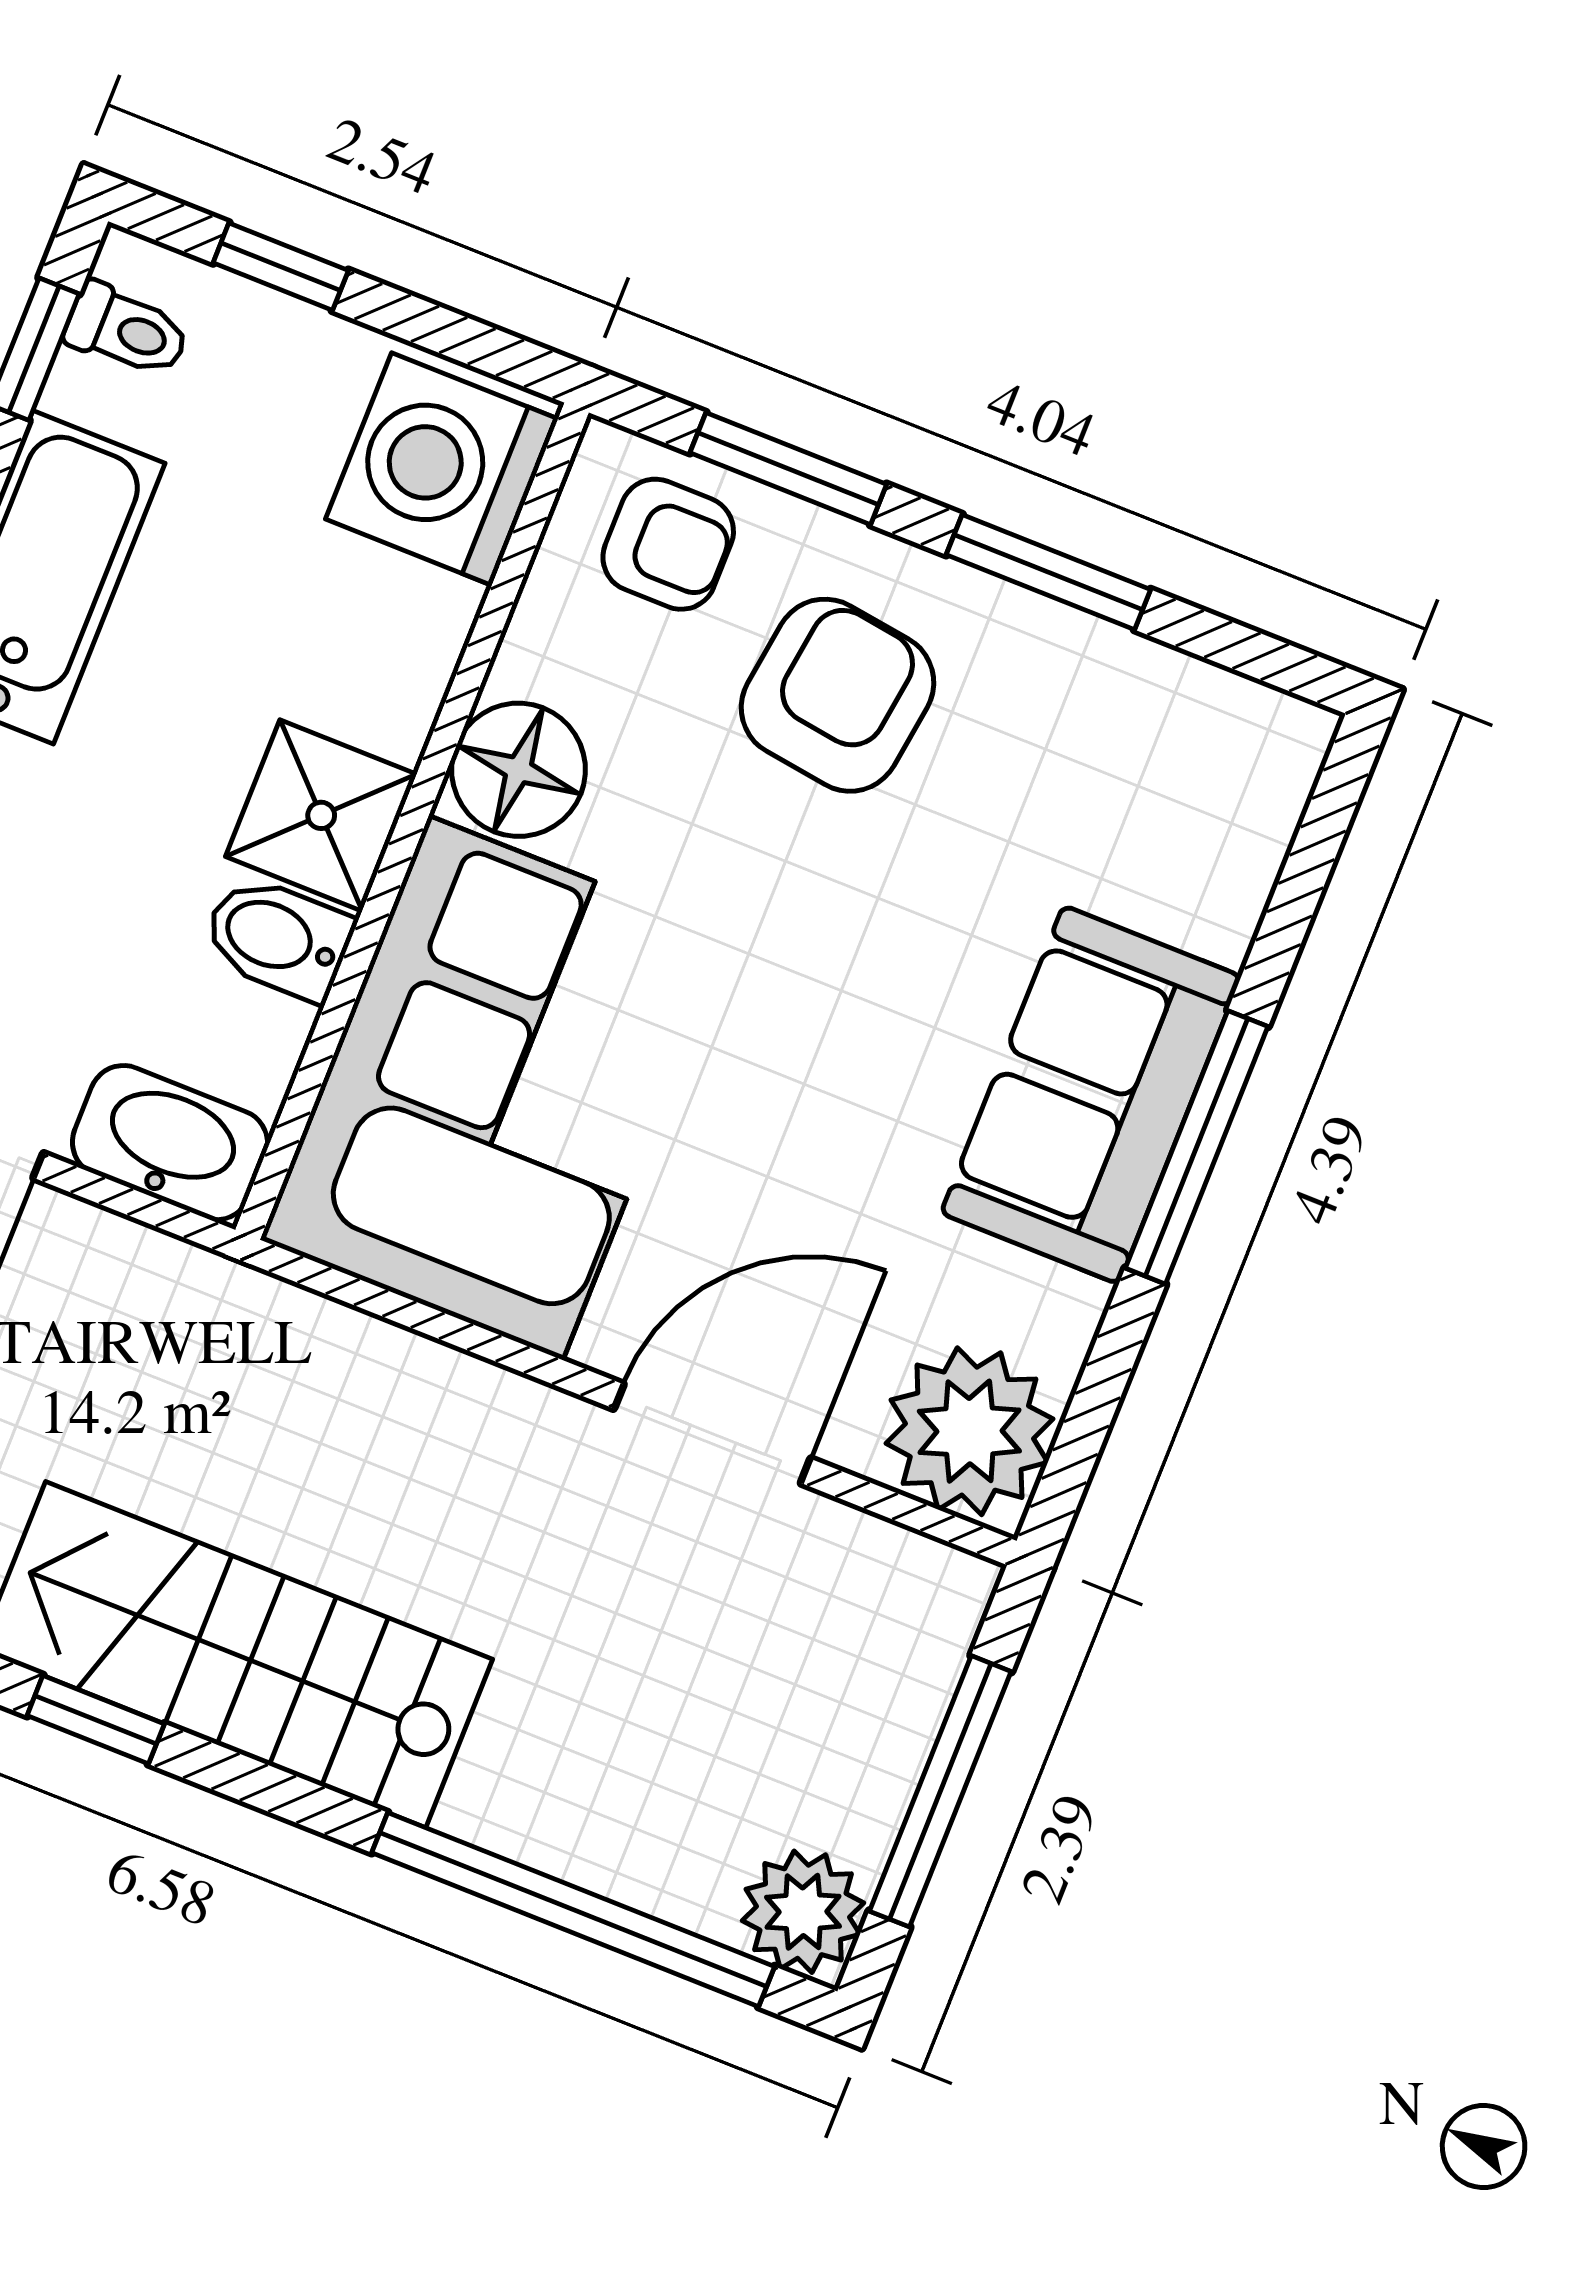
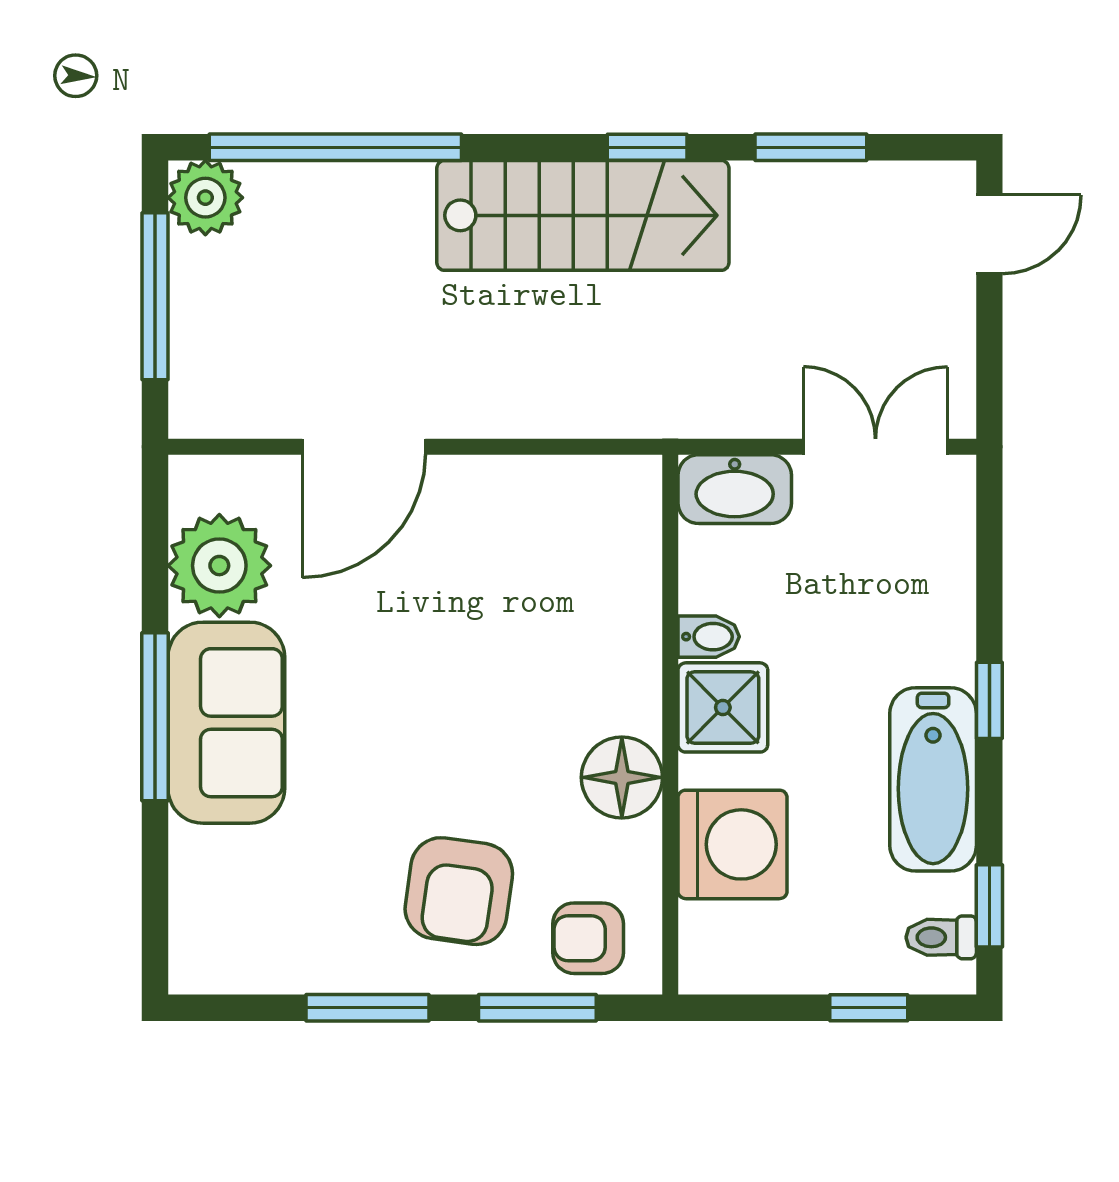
washing machine: (442, 469) -> (733, 844), moved
bidet: (278, 938) -> (709, 637), width x0.72, depth x0.74
corner sofa: (496, 1088) -> (564, 593), removed
plant: (969, 1431) -> (219, 566), moved

